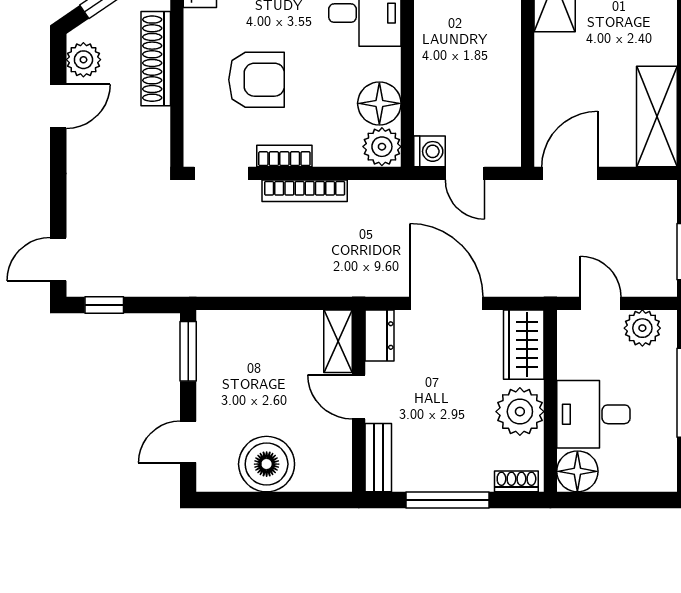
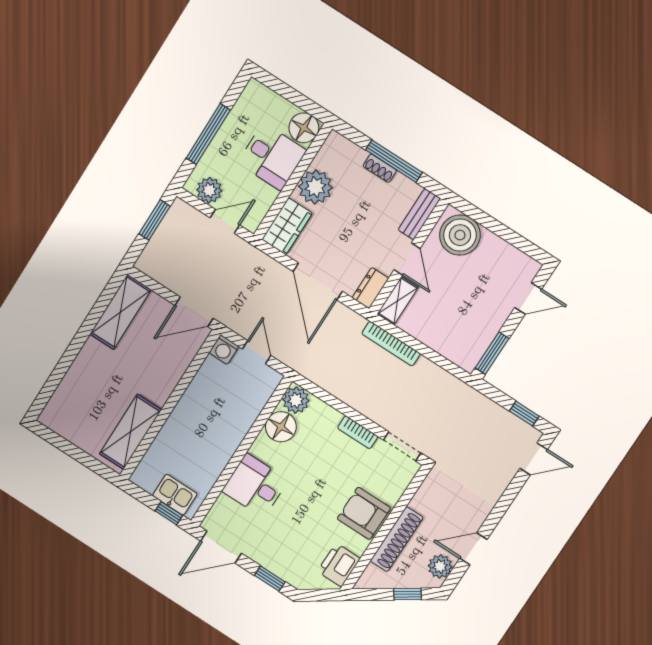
armchair: (257, 80) -> (364, 513), moved
washing machine: (430, 151) -> (224, 350), moved, turned -90
bookcase: (305, 191) -> (391, 344), moved, turned 180
door: (601, 303) -> (225, 221), swing flipped
boiler: (267, 464) -> (460, 235), moved
shoe rack: (516, 481) -> (380, 168), moved

